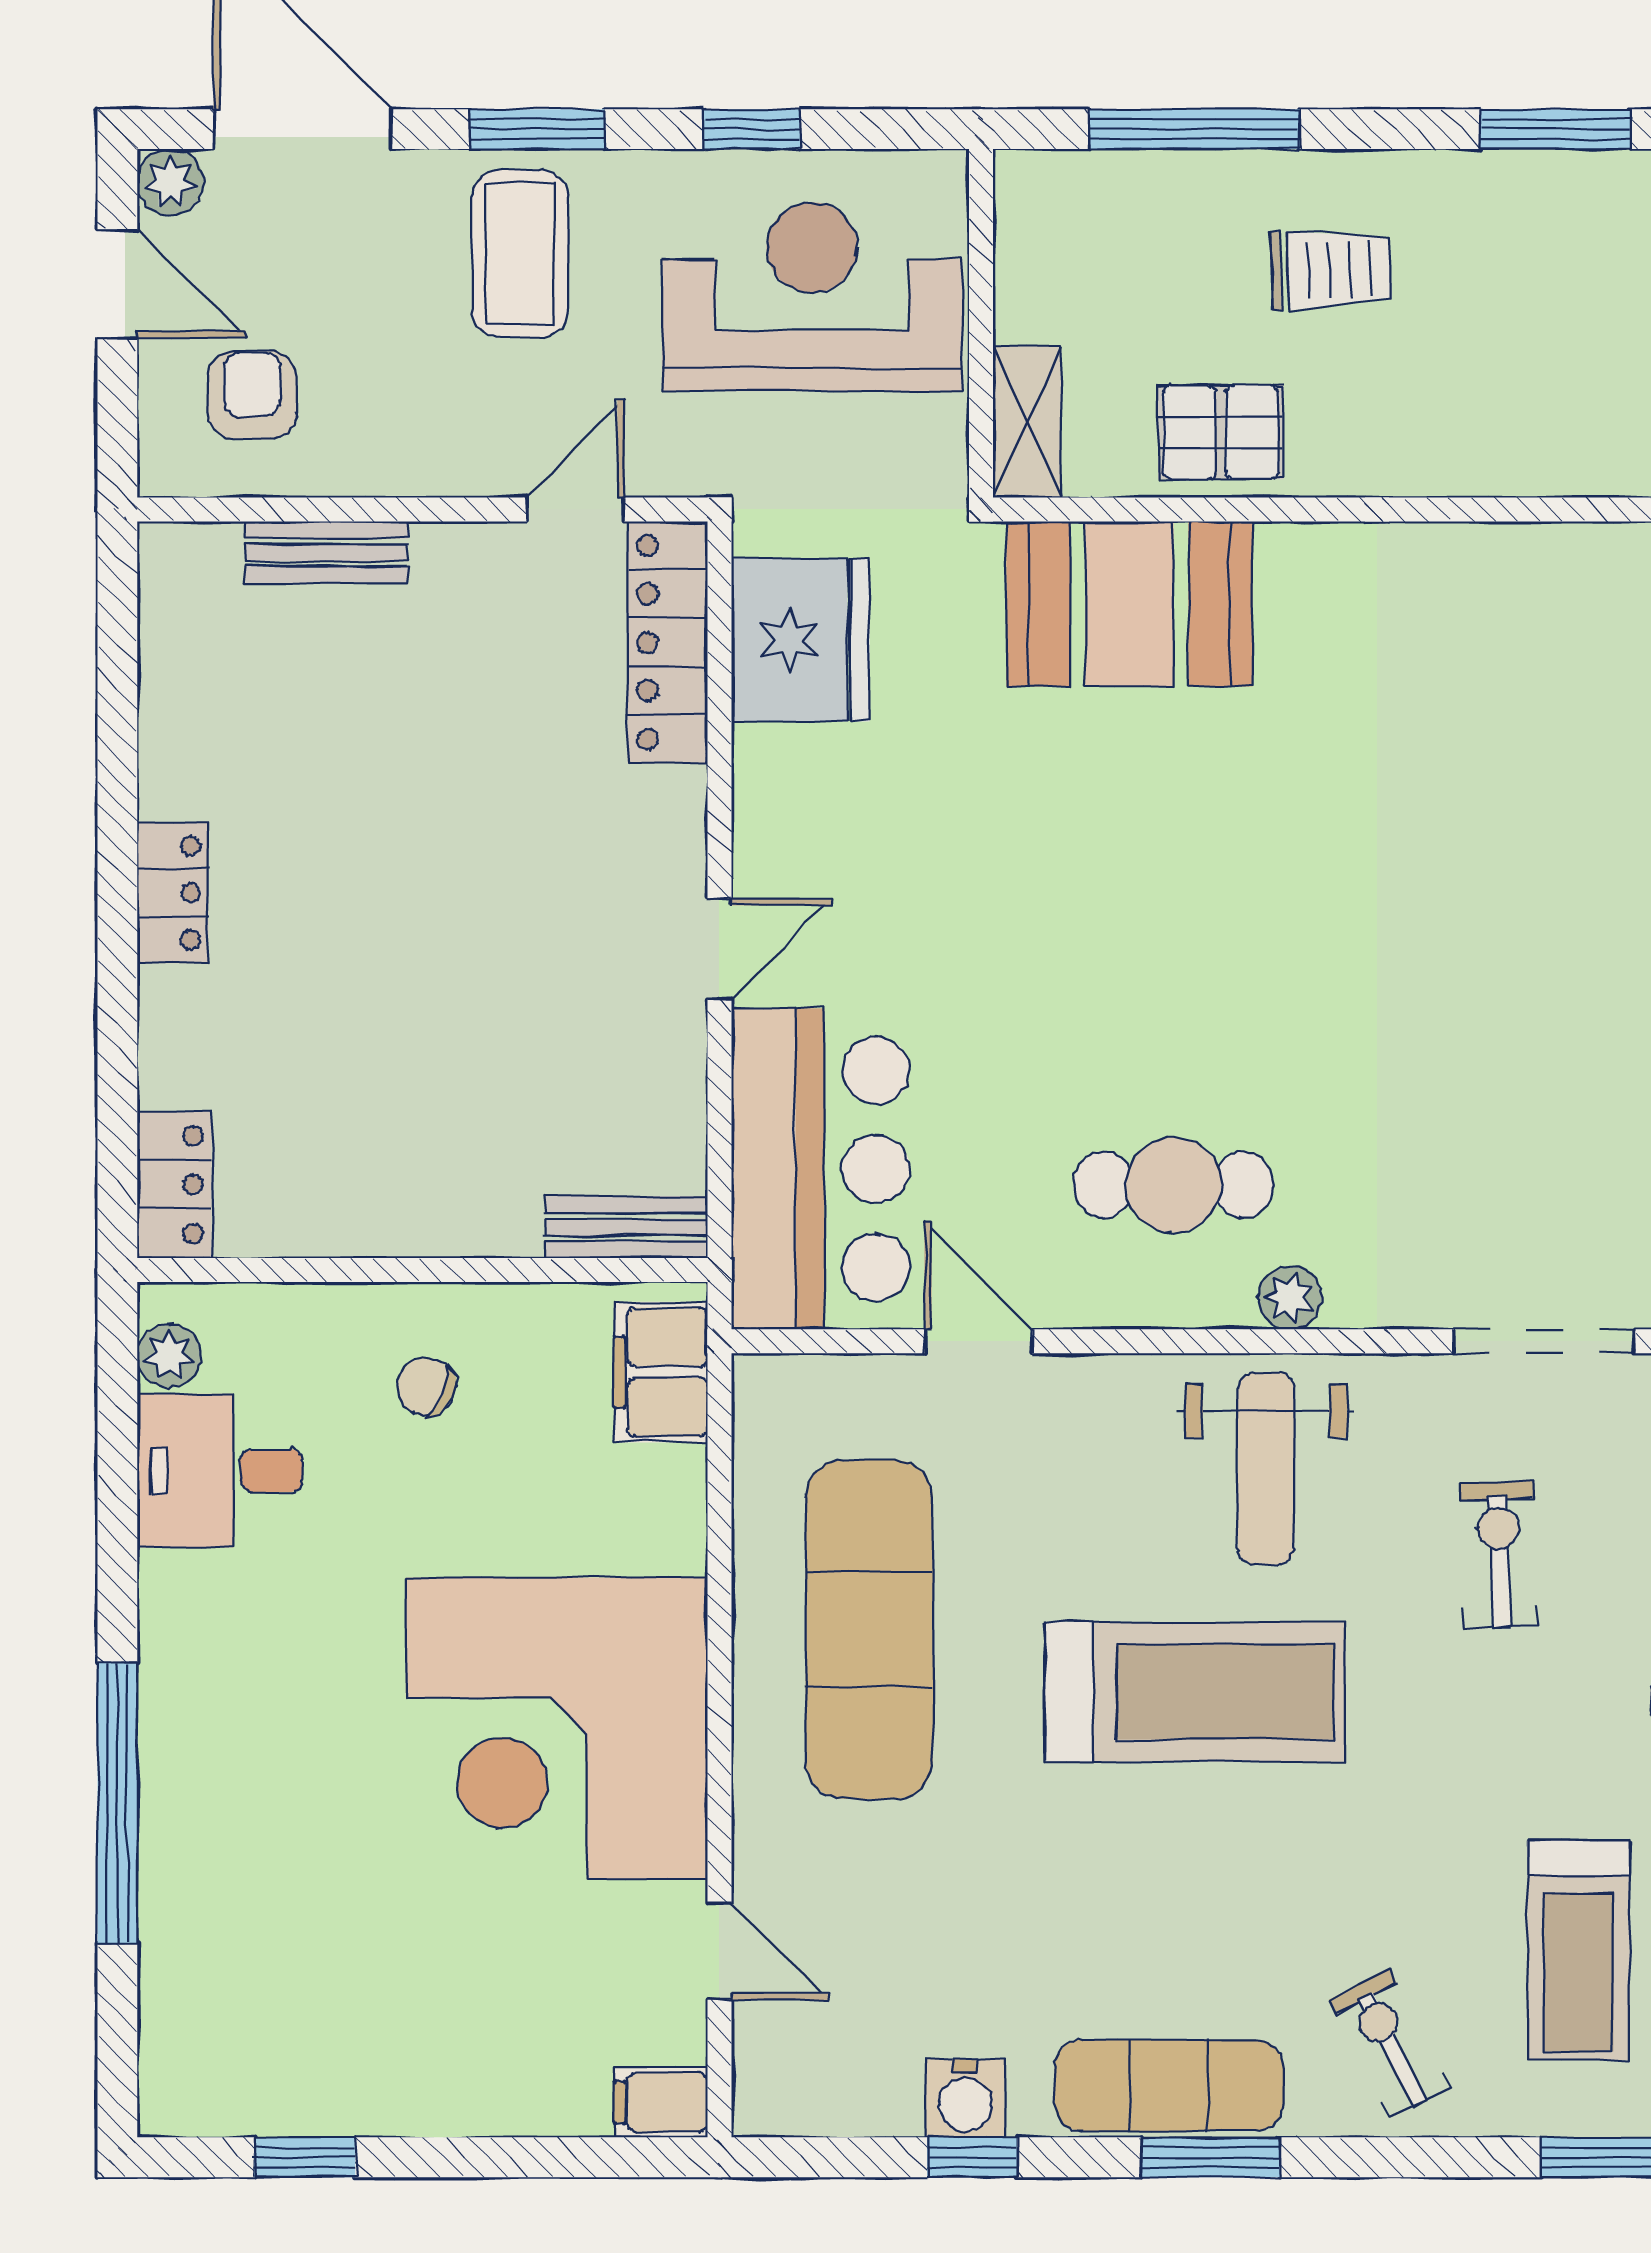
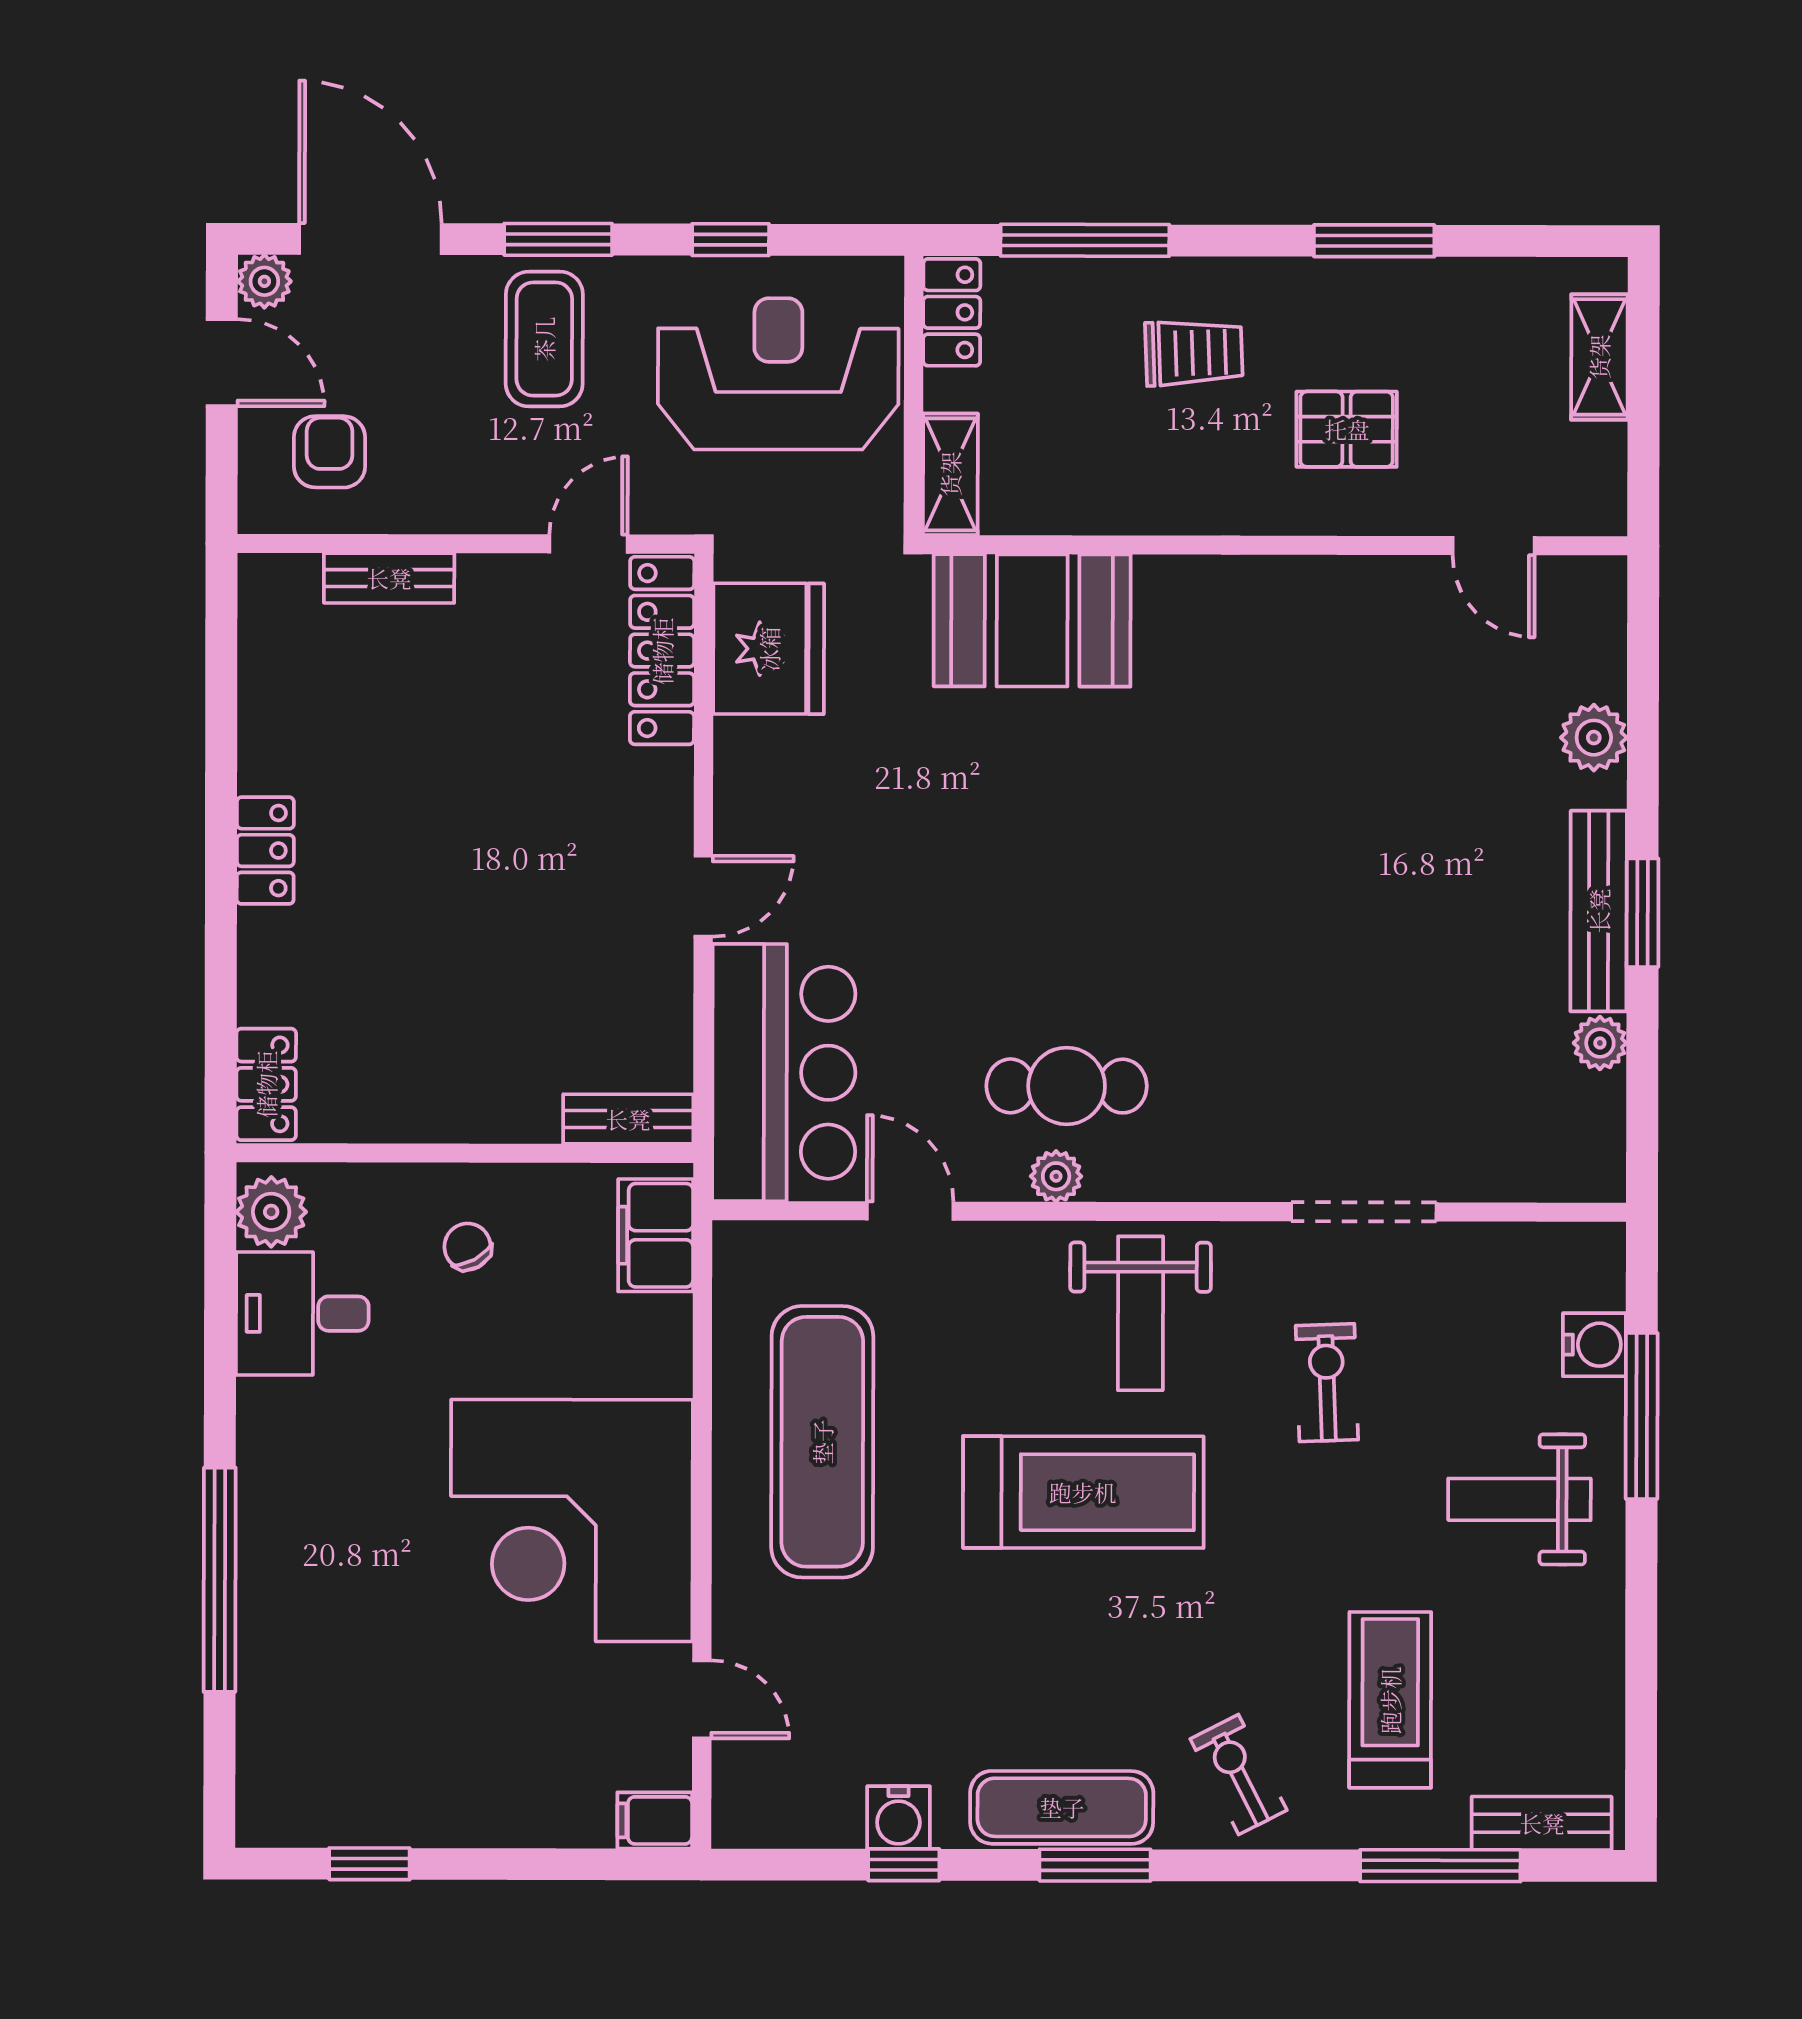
locker: (1028, 219) -> (952, 312), added
pallet: (1221, 432) -> (1347, 429), moved
plant: (1290, 1298) -> (1056, 1176), moved
plant: (169, 1356) -> (271, 1212), width x1.38, depth x1.38
chair: (426, 1387) -> (467, 1247), turned 38
treadmill: (1579, 1950) -> (1390, 1700), turned 180

